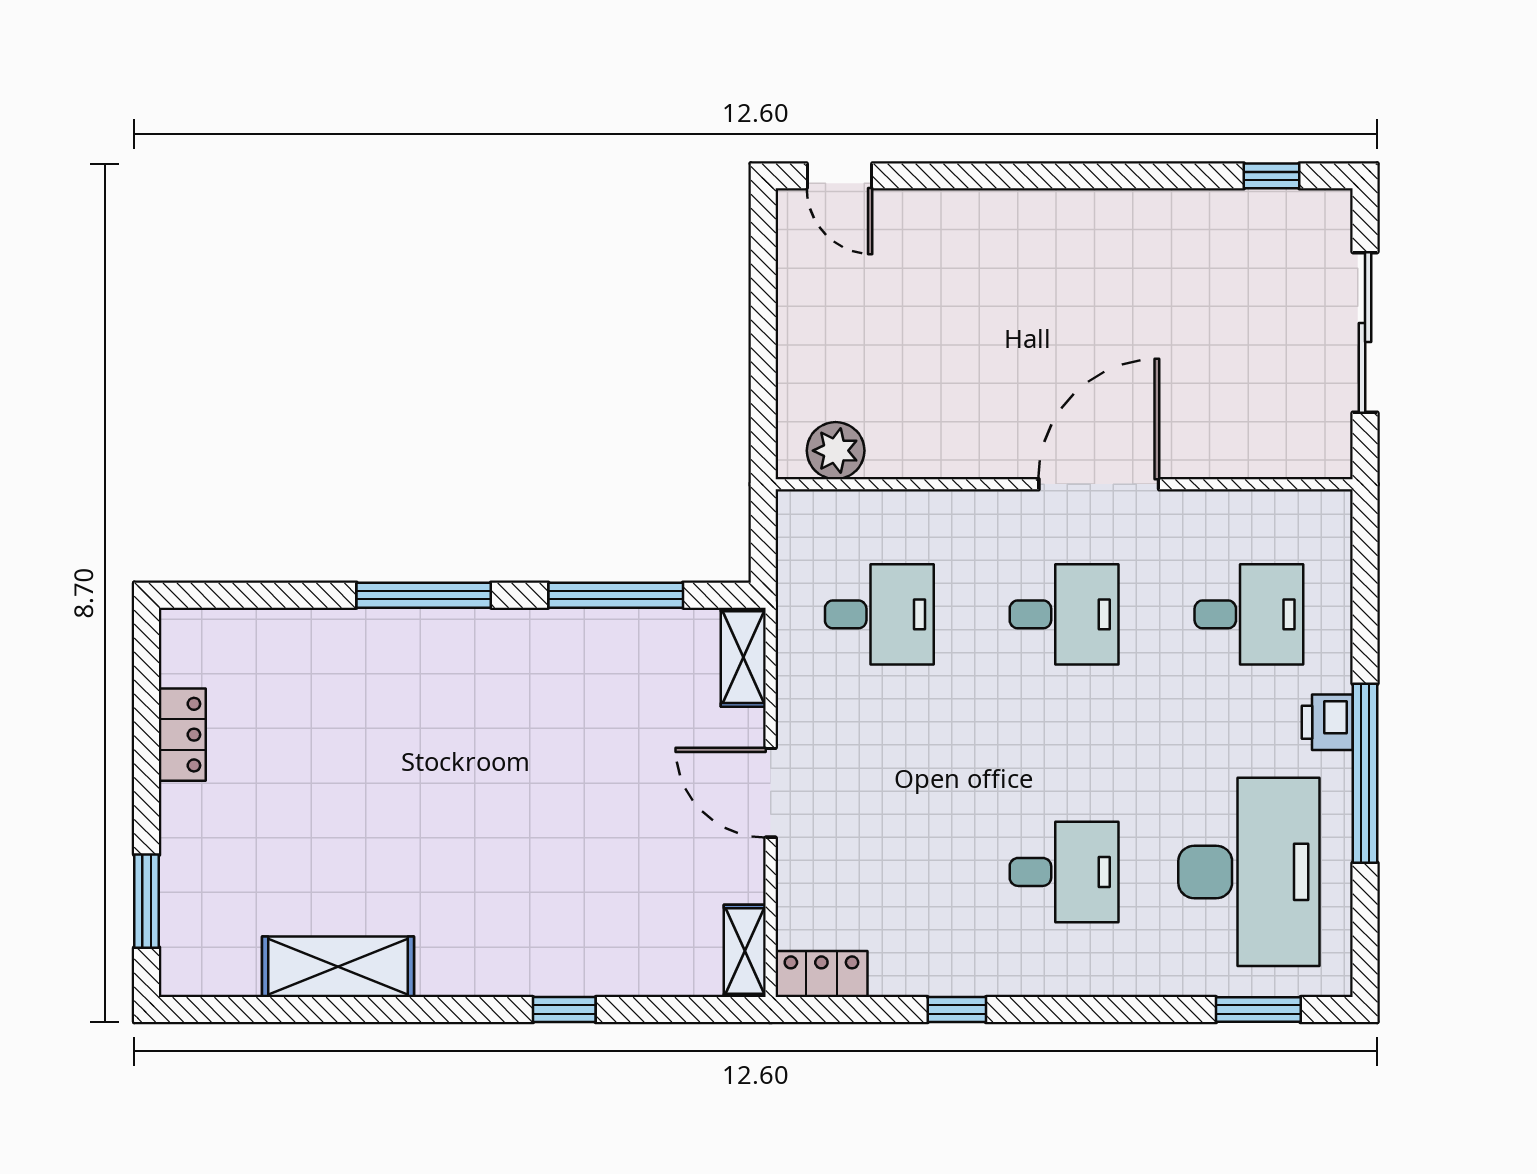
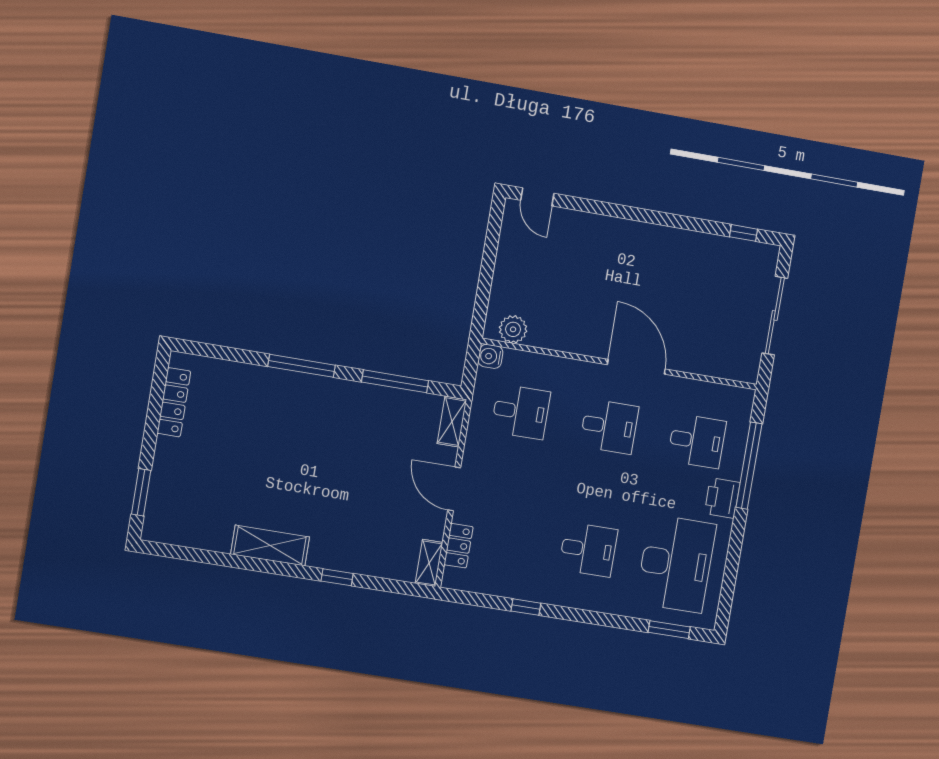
door: (1099, 484) -> (636, 367), hinge flipped
water cooler: (799, 513) -> (490, 356), added
printer: (1327, 722) -> (722, 498), width x1.36, depth x1.24
locker: (182, 735) -> (174, 402), width x1.53
window: (1365, 773) -> (749, 466), moved
shelving: (338, 967) -> (270, 546), moved
locker: (821, 974) -> (459, 546), moved, turned 90

